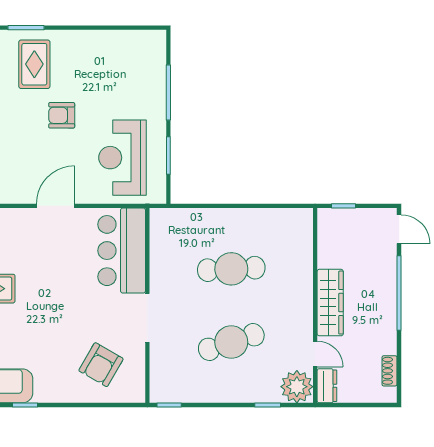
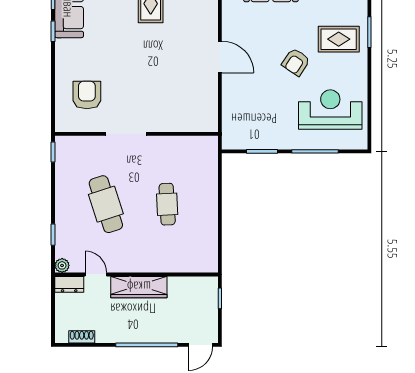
armchair: (62, 115) -> (296, 62), turned -146
reception desk: (122, 158) -> (330, 110), moved
bar counter: (122, 251) -> (183, 112), removed
cafe table: (231, 269) -> (167, 204), width x0.73, depth x0.74
door: (315, 354) -> (96, 274), swing flipped
armchair: (101, 365) -> (87, 95), turned 60
plant: (297, 387) -> (62, 265), width x0.53, depth x0.53

